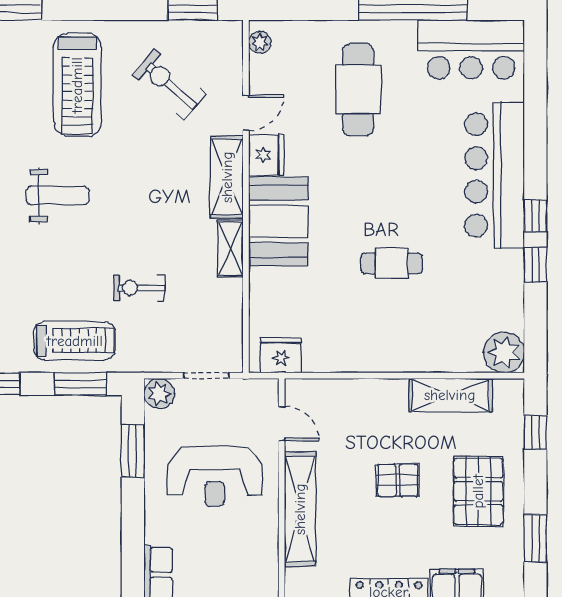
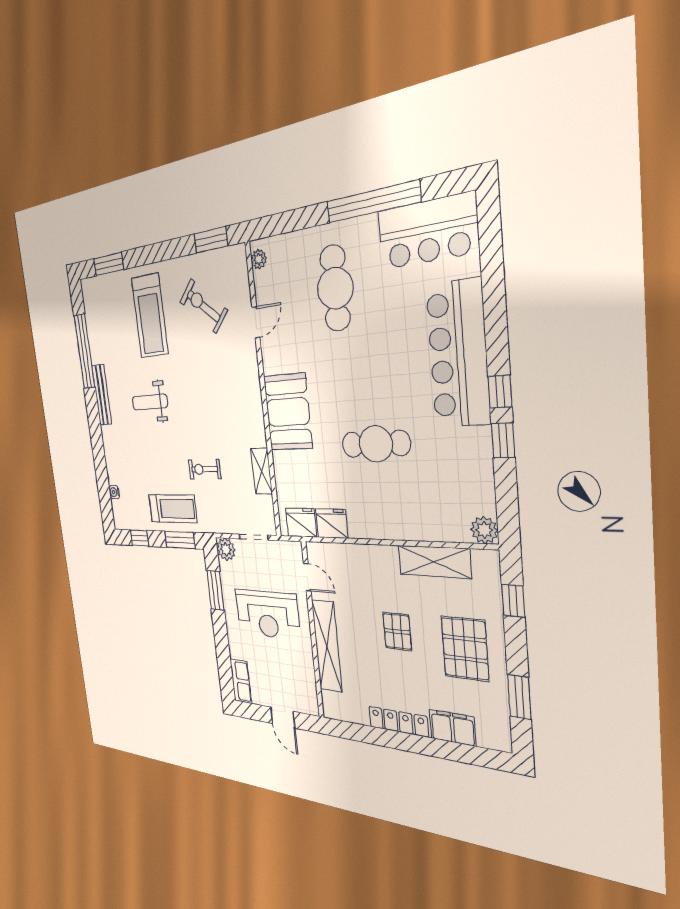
fridge: (266, 155) -> (332, 523), moved, turned -90
shelving: (227, 177) -> (249, 378), removed
weight bench: (58, 196) -> (150, 402), turned 180
shelving: (230, 249) -> (262, 471), moved
cafe table: (391, 263) -> (376, 444), width x1.37, depth x1.35
plant: (504, 353) -> (484, 530), width x0.73, depth x0.73
pallet: (398, 480) -> (397, 631), turned 90

